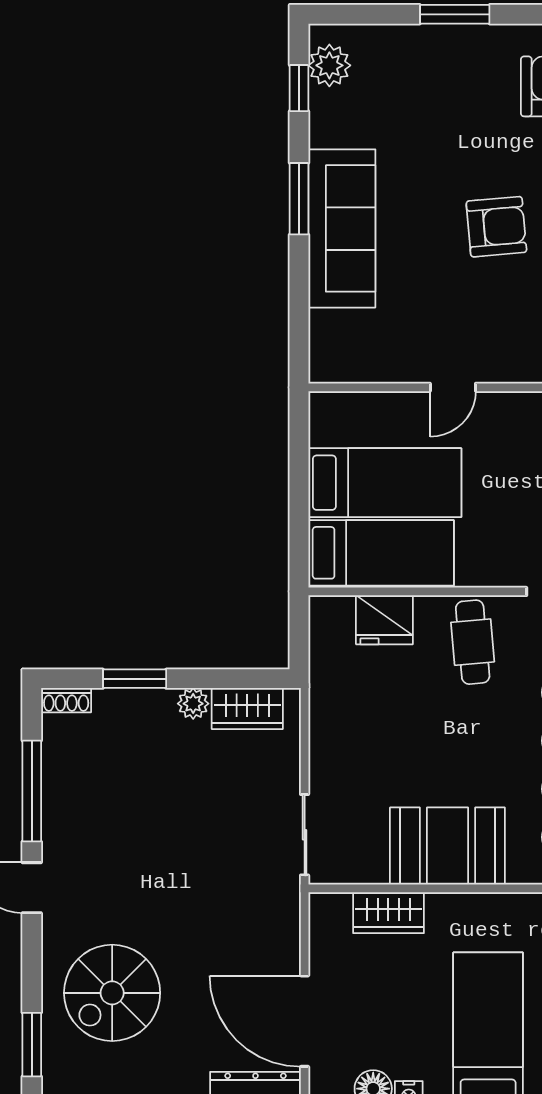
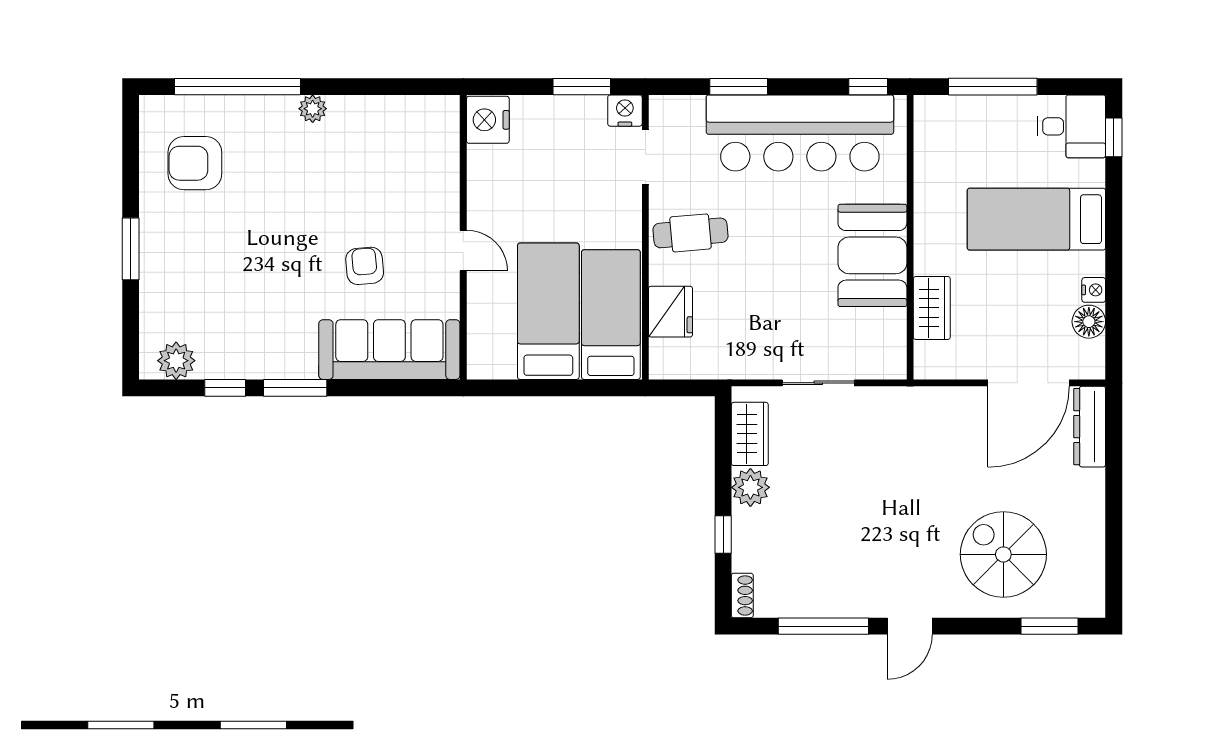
window: (299, 88) -> (225, 388), moved
armchair: (496, 227) -> (365, 266), moved, width x0.72, depth x0.72
sofa: (342, 228) -> (389, 350), moved
window: (135, 679) -> (723, 534), width x0.67
plant: (193, 704) -> (750, 487), width x1.38, depth x1.38
sliding door: (305, 835) -> (818, 383), moved
spiral stairs: (112, 993) -> (1003, 554), turned 180

